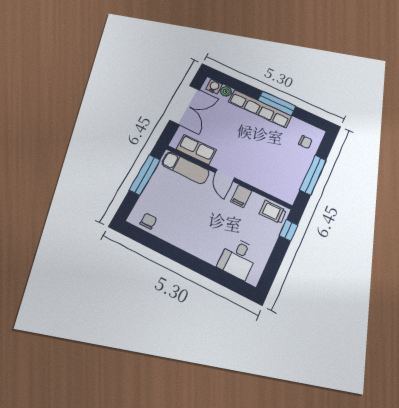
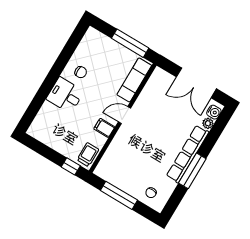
row of seats: (196, 150) -> (151, 91), removed
chair: (148, 221) -> (81, 72), moved
desk: (238, 258) -> (65, 95), moved

